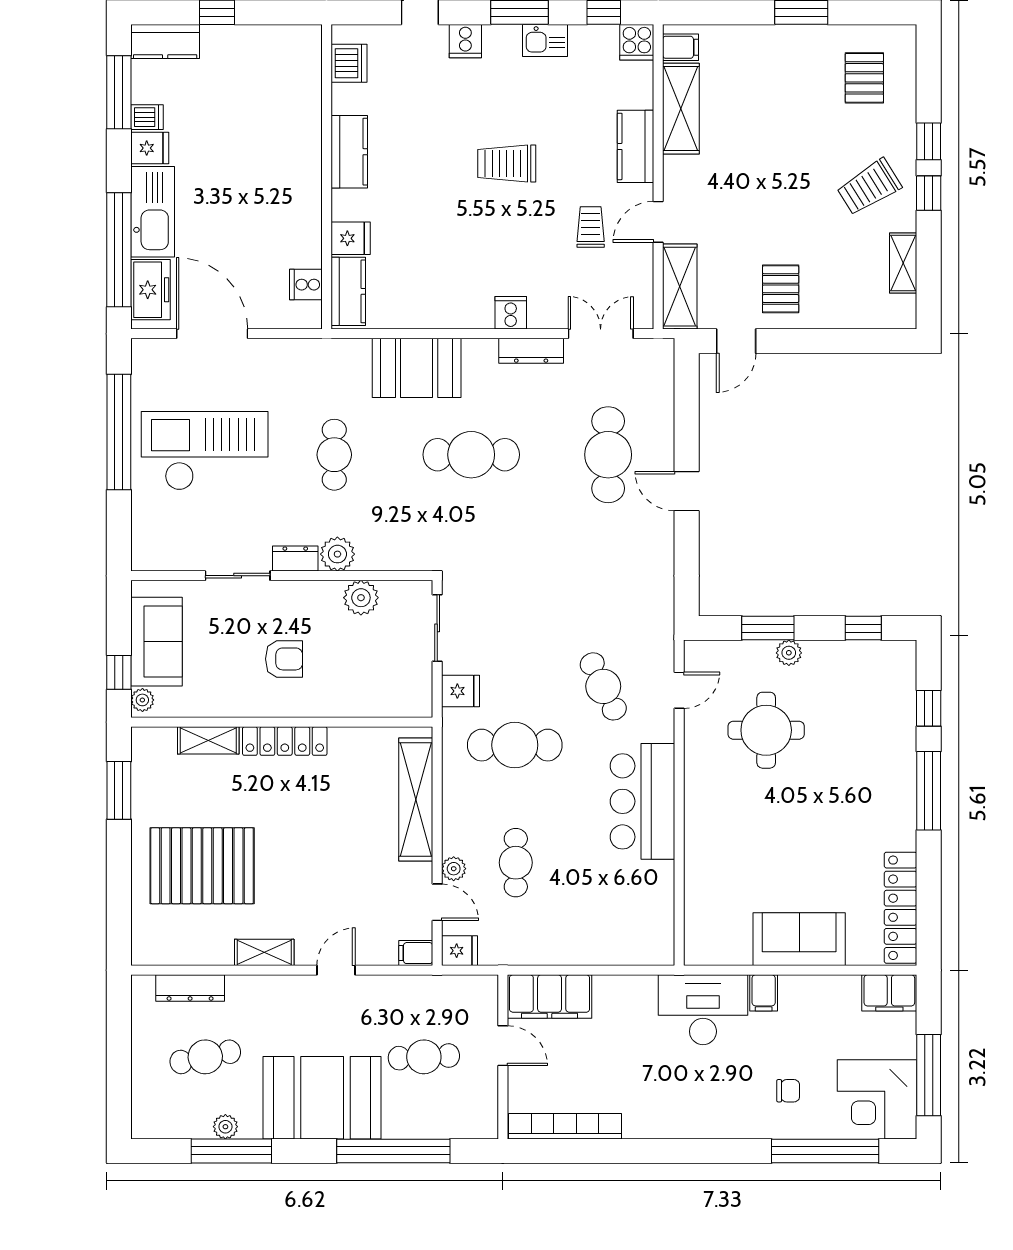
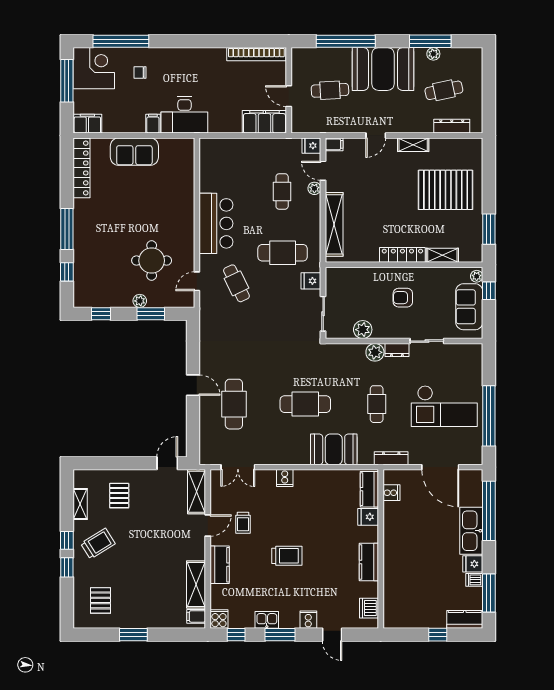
pallet: (781, 289) -> (119, 496), moved
freezer: (150, 290) -> (472, 490), removed
dresser: (531, 351) -> (391, 458), moved

